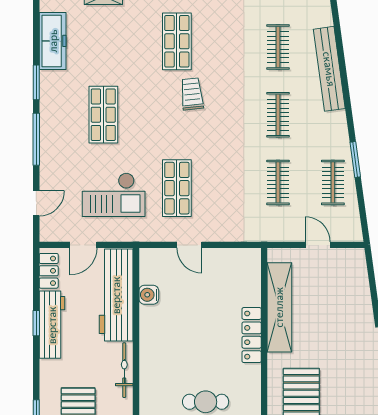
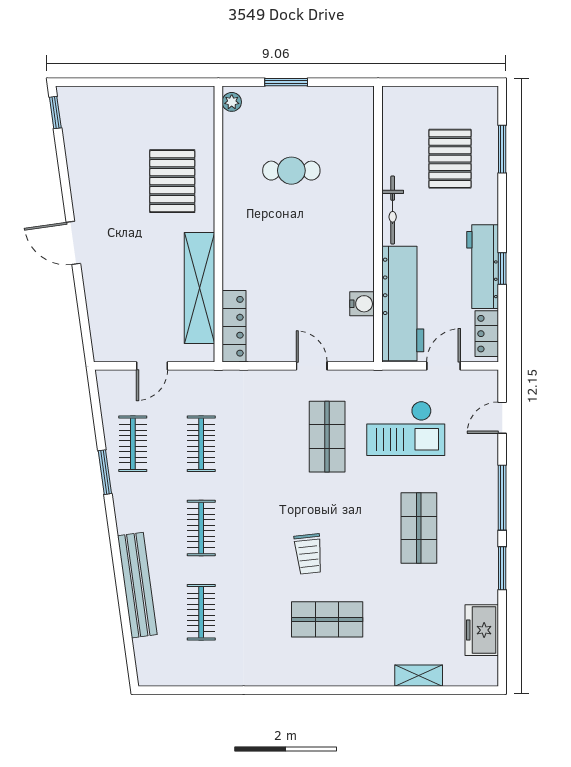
freezer: (53, 41) -> (482, 630), width x0.71
shop shelf: (177, 41) -> (327, 619), turned 90
checkout: (114, 195) -> (406, 428), turned 180
door: (318, 245) -> (152, 366), hinge flipped
locker: (252, 335) -> (234, 326), moved

